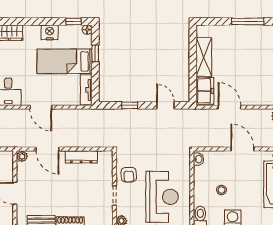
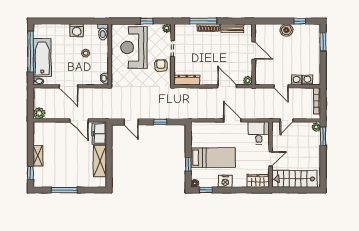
tv unit: (86, 90) -> (196, 134), removed
dresser: (81, 157) -> (187, 80), moved

